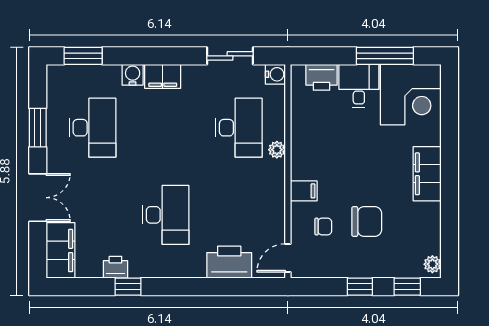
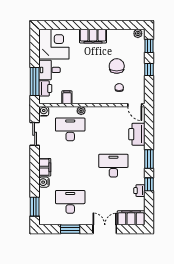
window: (385, 56) -> (35, 81), moved
filing cabinet: (304, 191) -> (67, 97), moved
window: (179, 287) -> (149, 159), added

